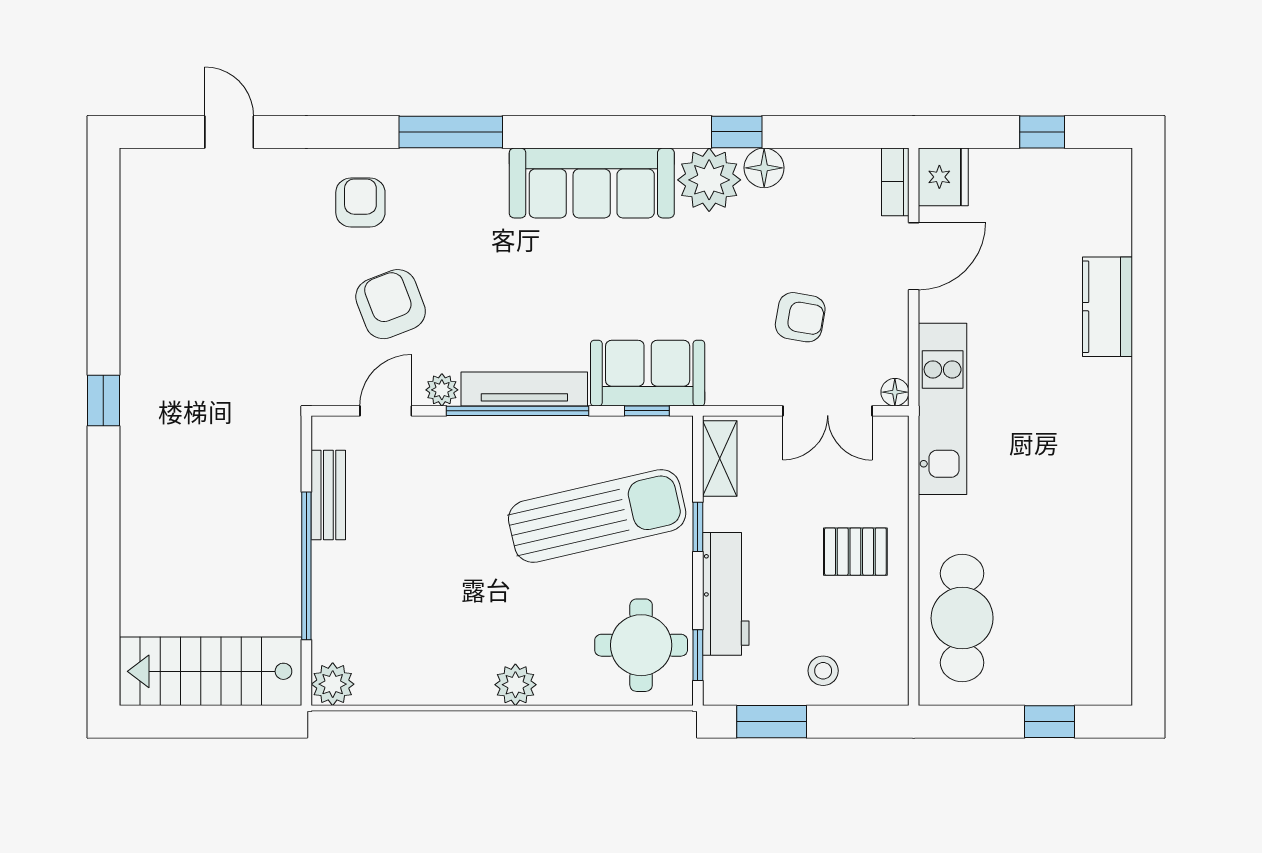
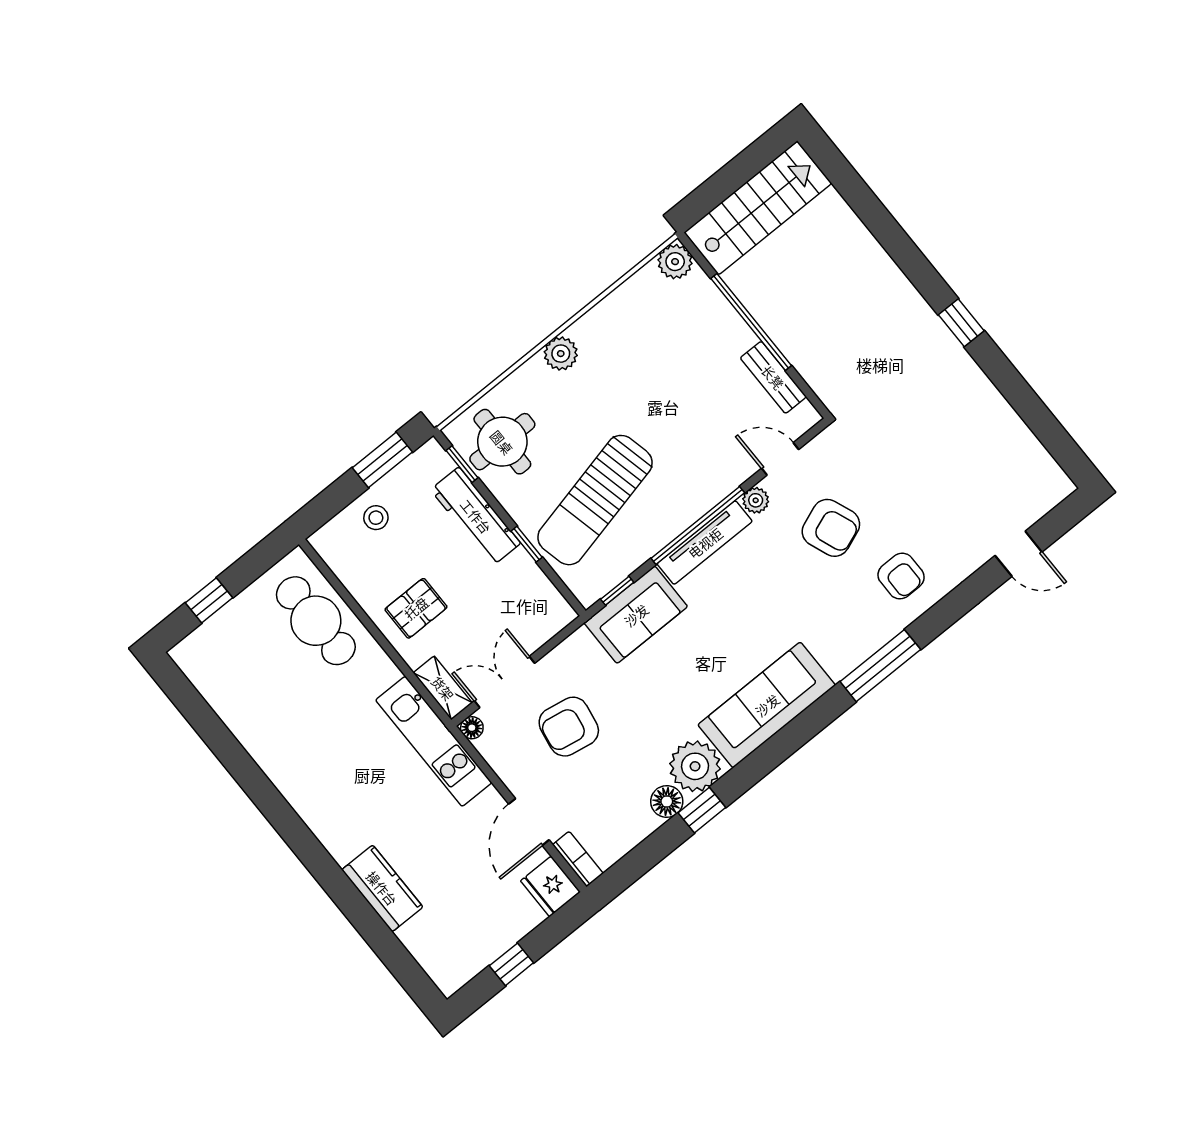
armchair: (800, 317) -> (569, 727), width x1.38, depth x1.38
door: (386, 411) -> (780, 459), swing flipped
shelving: (720, 459) -> (443, 688), moved

